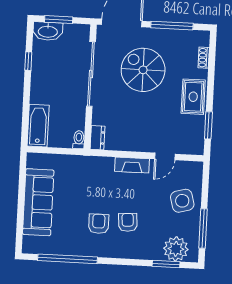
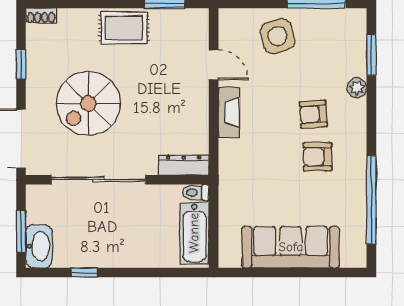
window: (172, 26) -> (21, 65), width x0.46
shoe rack: (204, 58) -> (41, 15), moved
bathtub: (38, 126) -> (194, 233), moved, turned -90
dresser: (97, 138) -> (184, 165), width x1.44
plant: (176, 249) -> (357, 88), moved, width x0.53, depth x0.53

